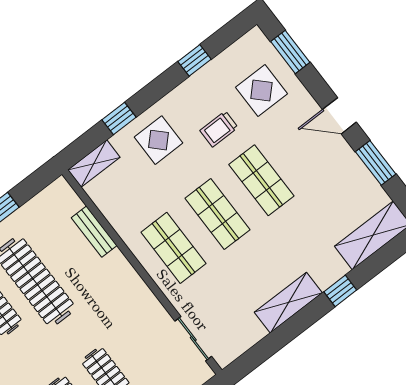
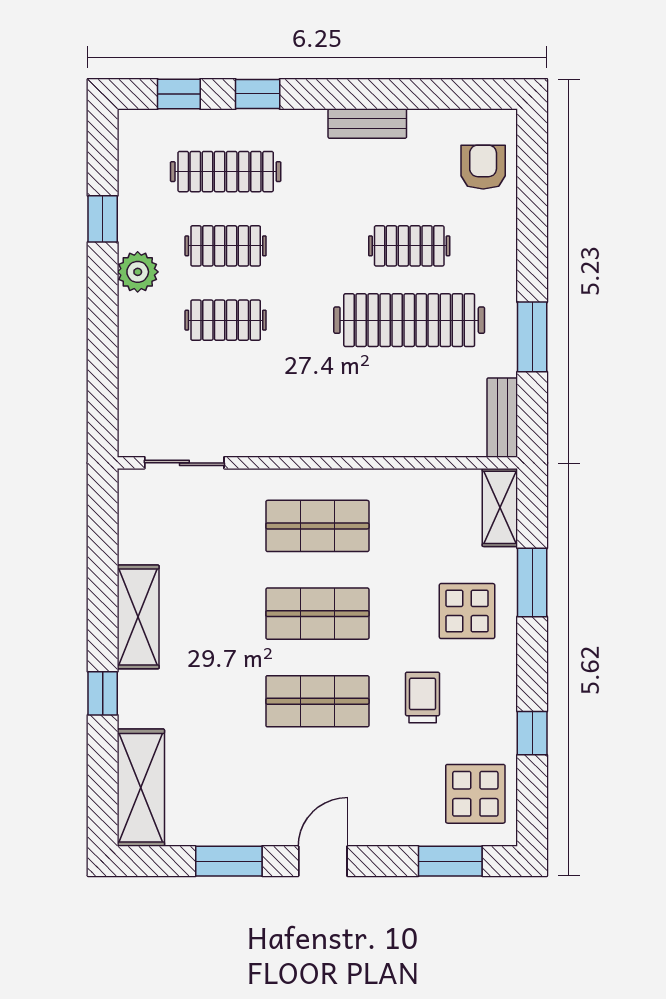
display table: (261, 90) -> (475, 794), moved
window: (119, 118) -> (532, 582), width x1.50
bench: (94, 232) -> (502, 418), moved, turned 90

